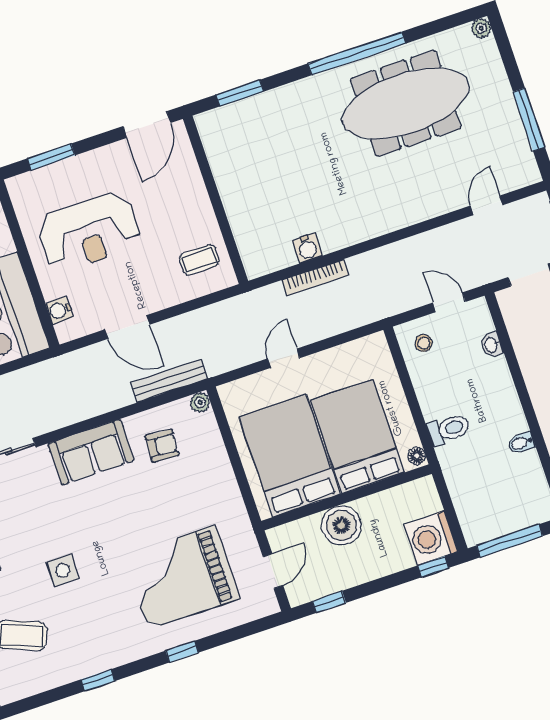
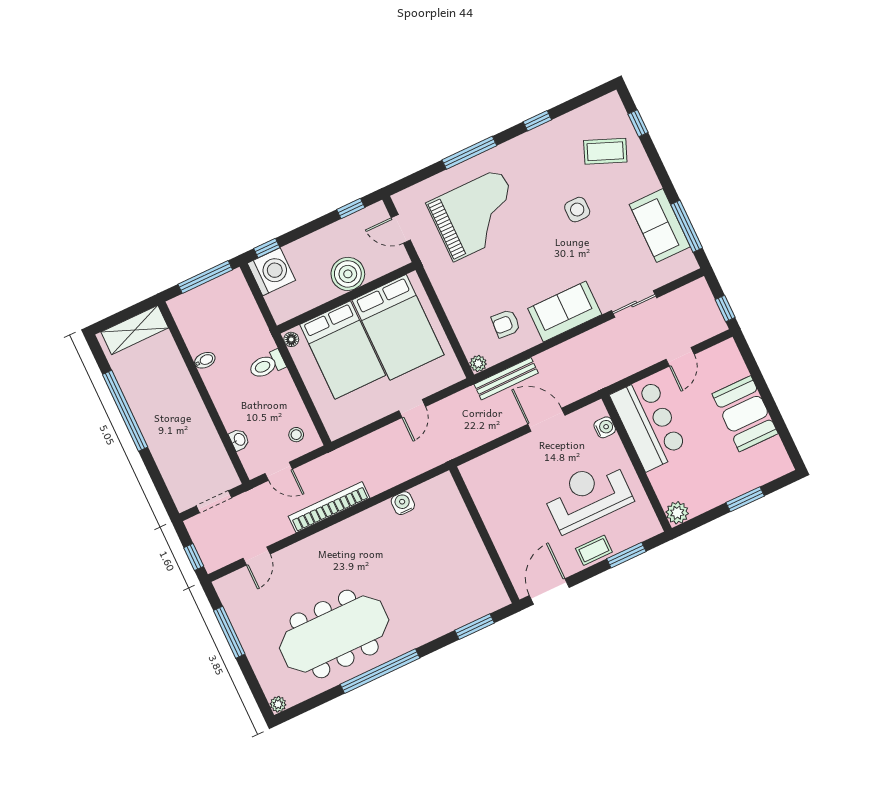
coffee table: (199, 260) -> (594, 550), moved
bookcase: (315, 277) -> (329, 507), moved, width x1.48, depth x1.31
door: (273, 571) -> (401, 229), hinge flipped
window: (182, 652) -> (469, 153), width x2.17

